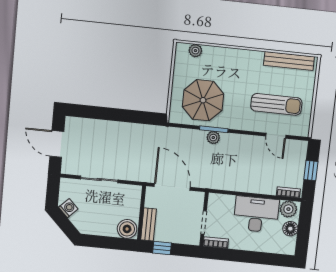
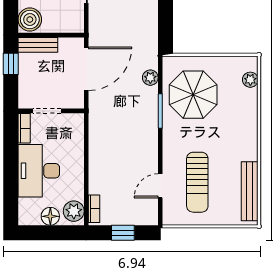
plant: (213, 138) -> (150, 78), moved
desk: (256, 214) -> (39, 171), moved, turned 180

